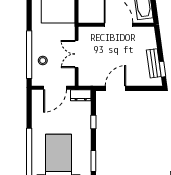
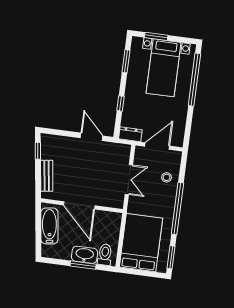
window: (29, 55) -> (177, 208), moved
bench: (154, 63) -> (47, 176), moved
door: (115, 88) -> (92, 137), swing flipped

